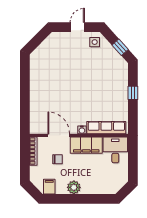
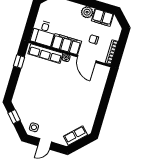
row of seats: (46, 47) -> (76, 136), added
window: (133, 93) -> (19, 62), moved
filing cabinet: (49, 187) -> (103, 18), width x2.00

